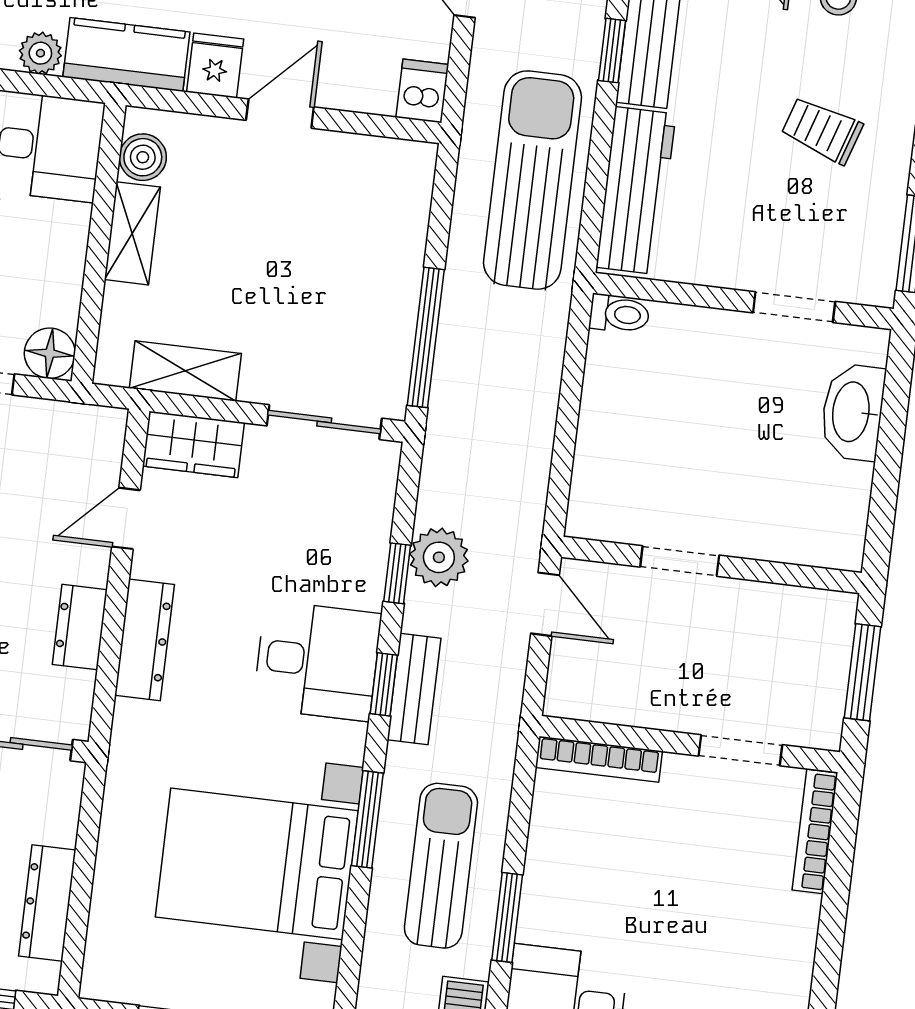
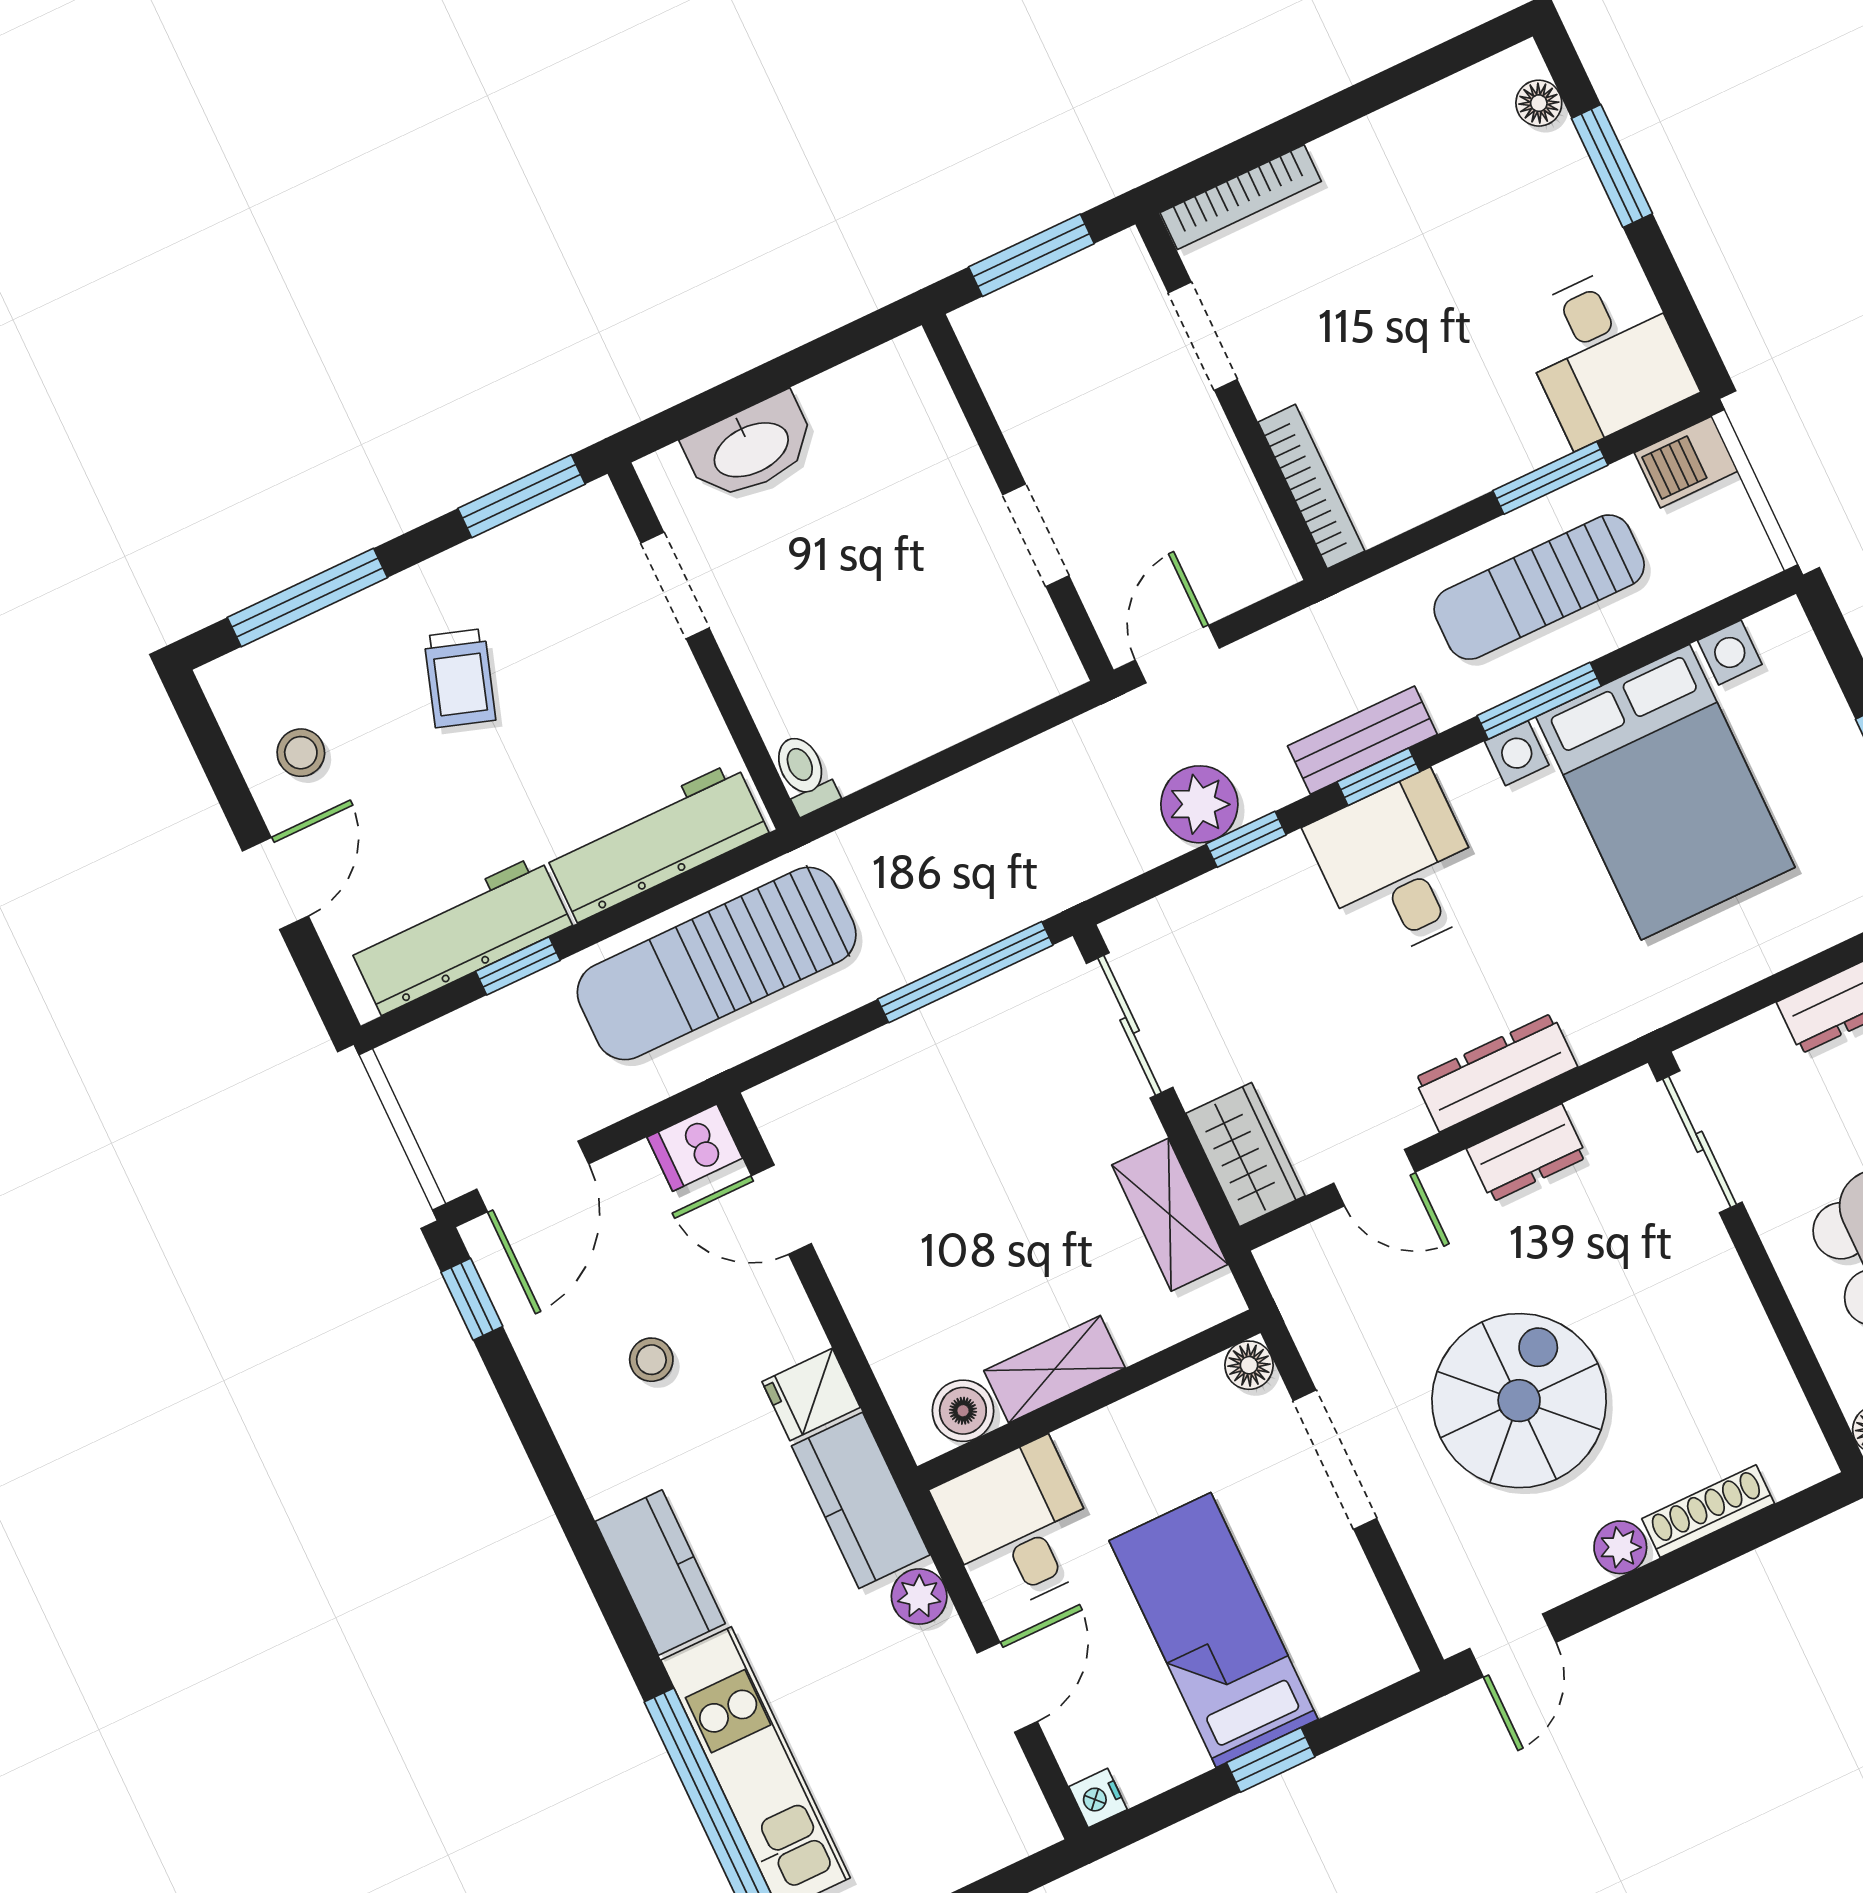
door: (280, 114) -> (781, 1210), moved
floor lamp: (50, 353) -> (1249, 1365), width x0.73, depth x0.73

